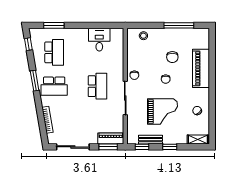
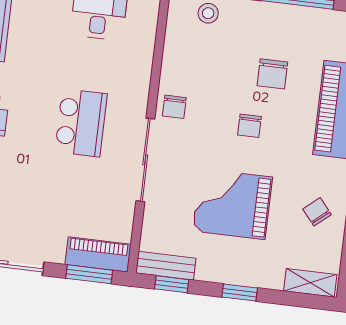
grand piano: (163, 112) -> (232, 204), turned 180
bench: (150, 140) -> (166, 266), moved

